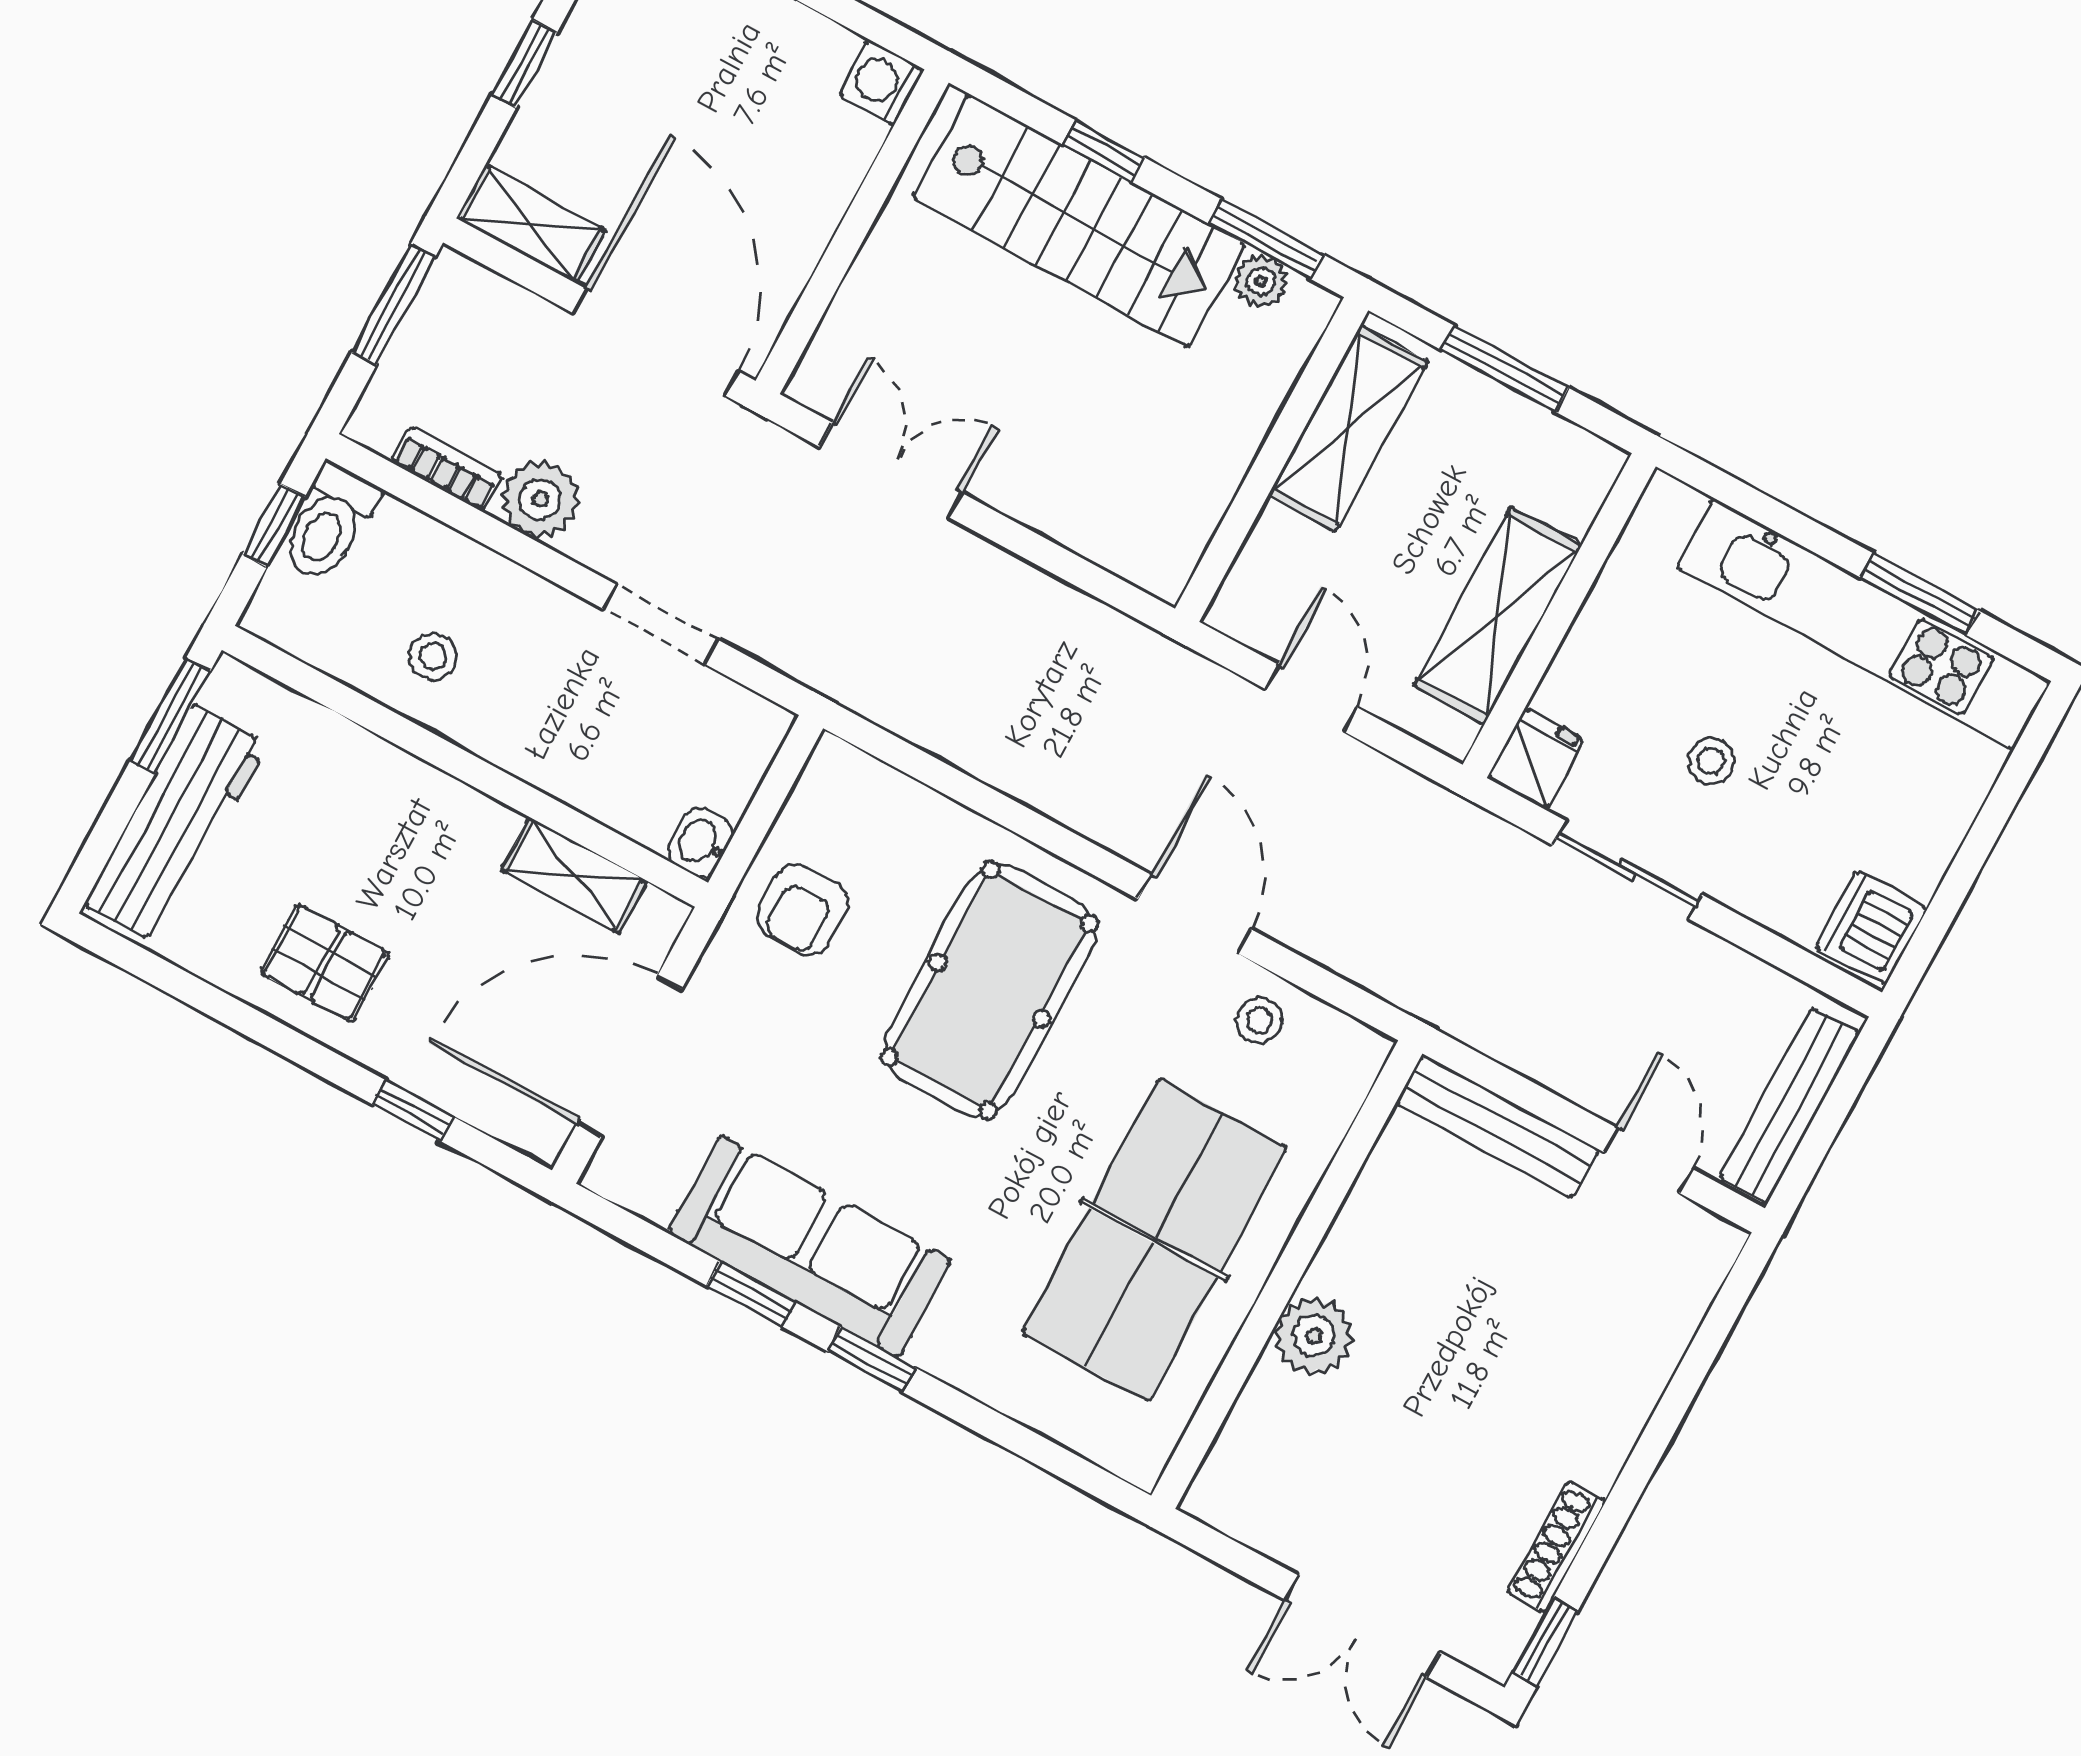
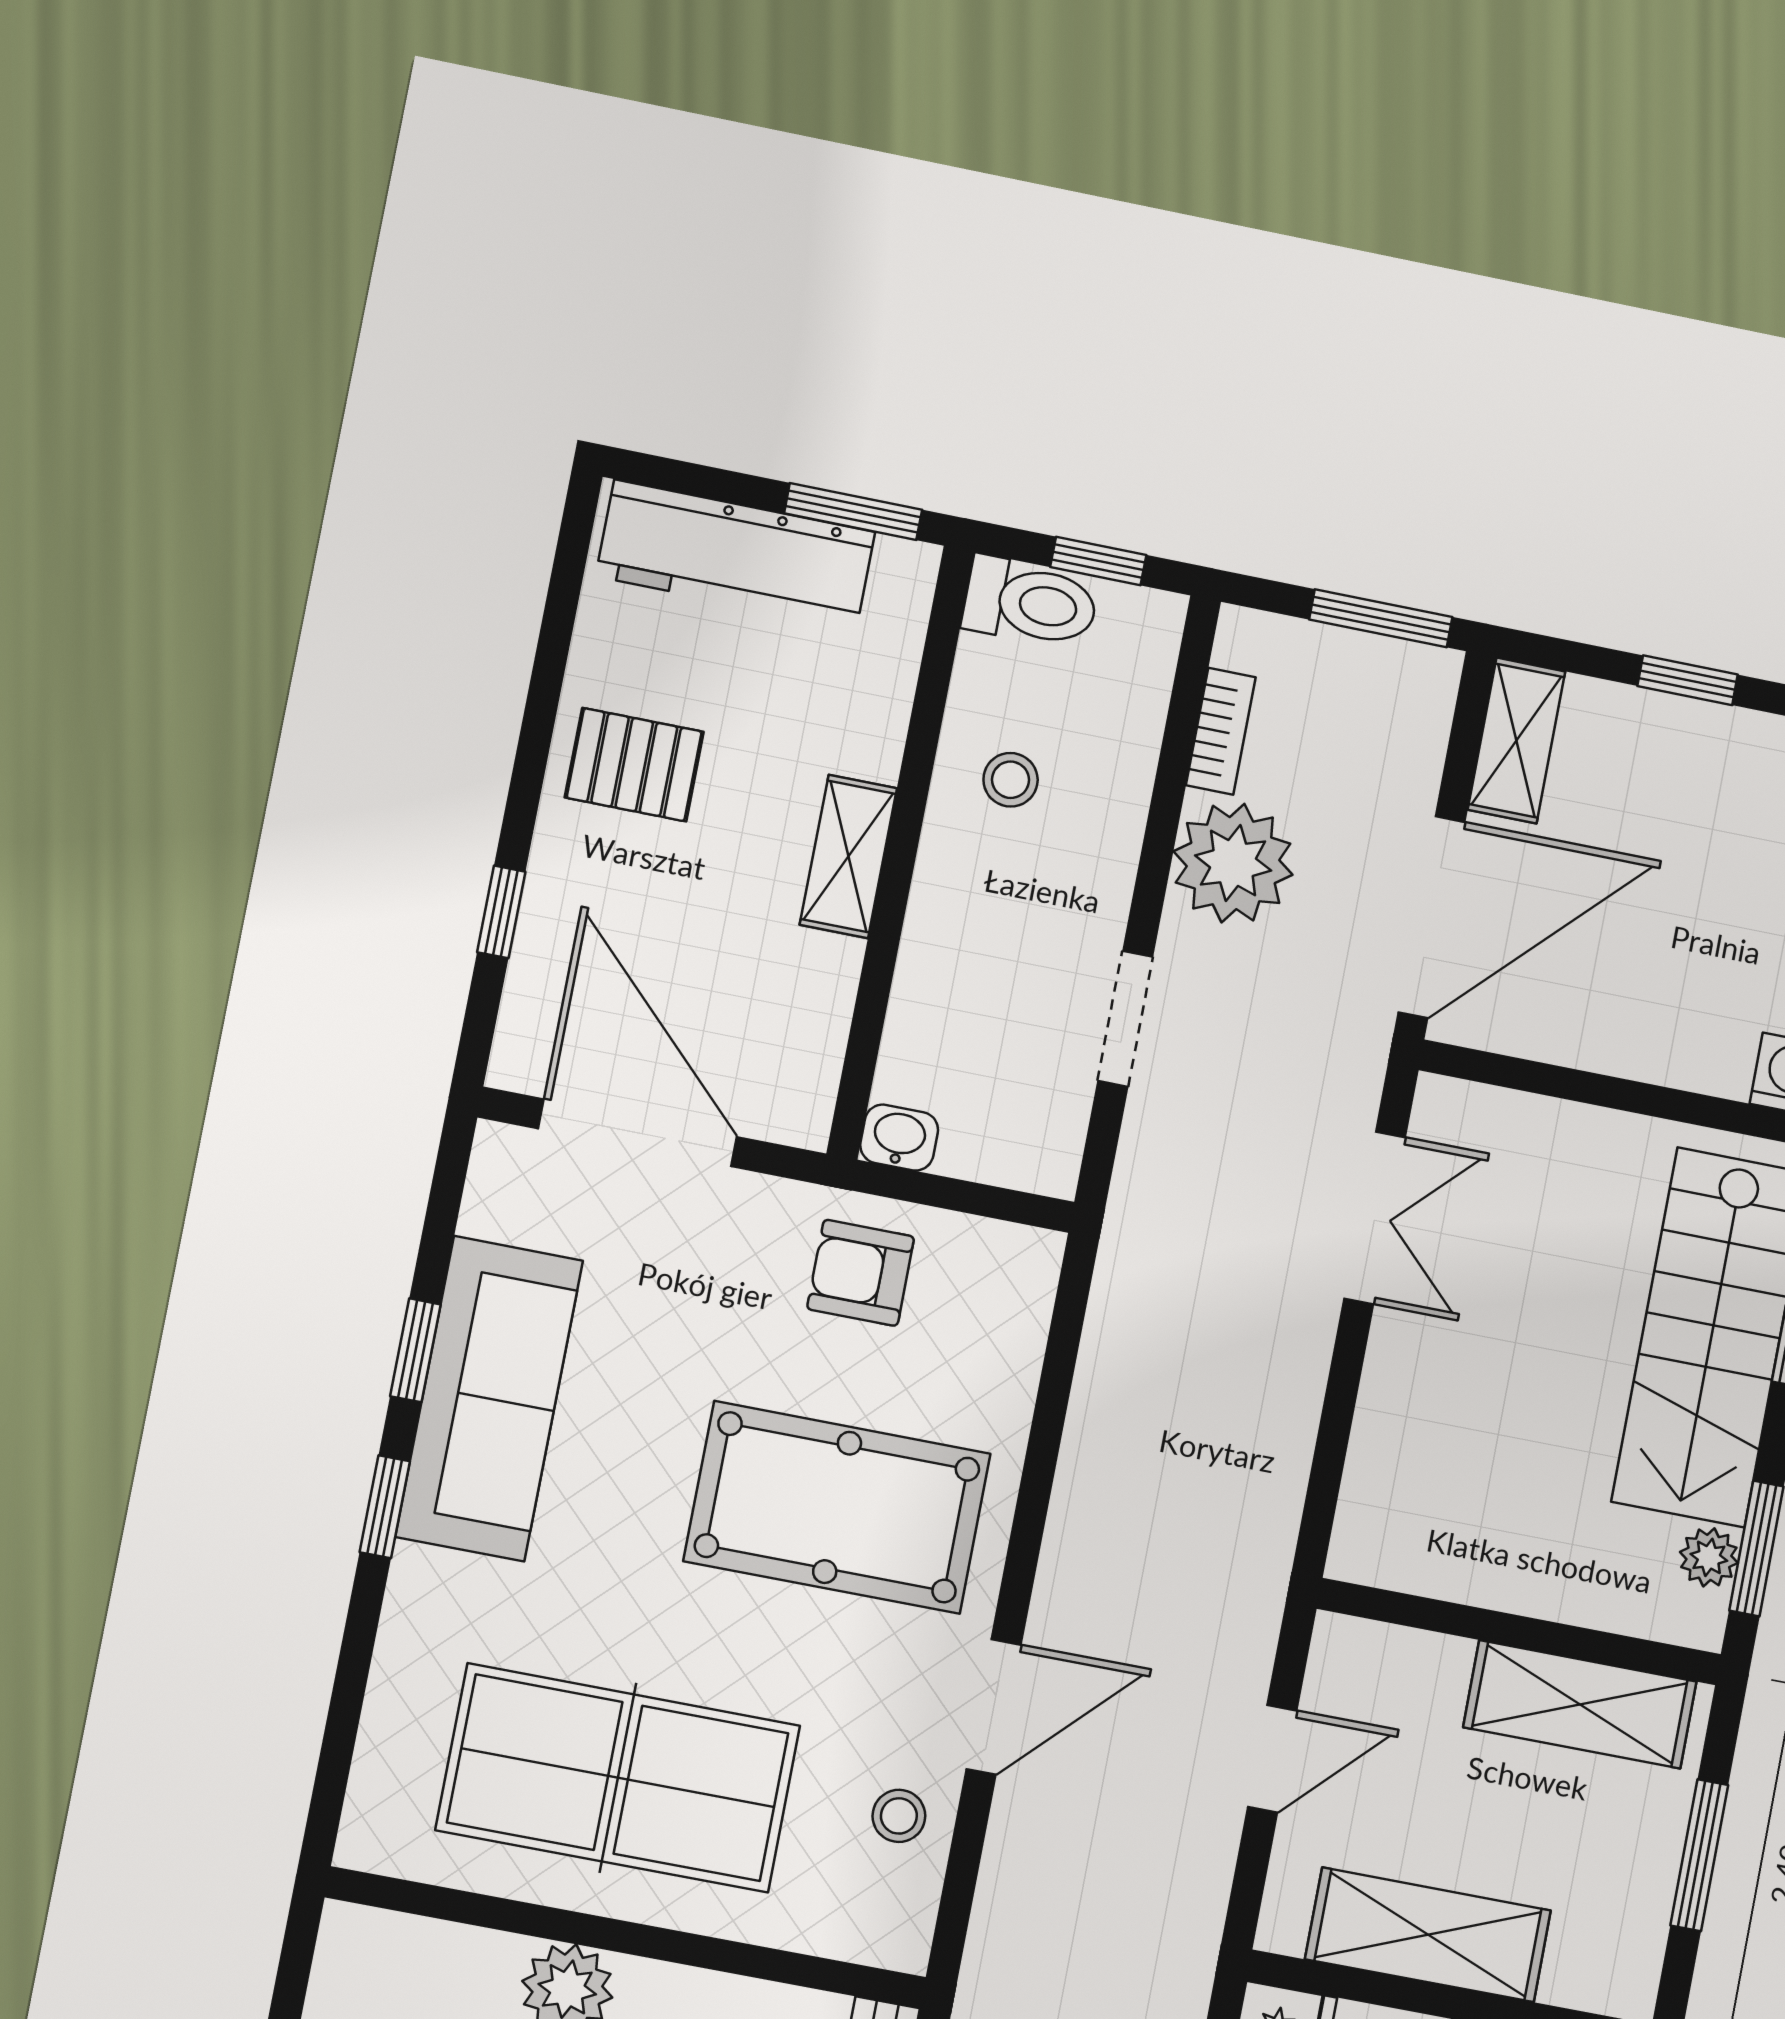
plant: (540, 499) -> (1233, 863), width x1.36, depth x1.36
toilet: (329, 523) -> (1030, 603), moved, turned 180
shelving: (574, 875) -> (848, 857), moved
pallet: (325, 963) -> (634, 765), turned 90

